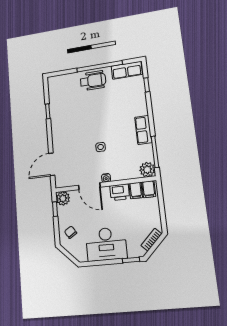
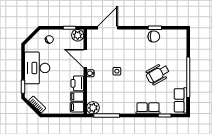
wheelchair: (93, 81) -> (158, 74), moved, turned 61
chair: (58, 111) -> (154, 36), added
row of seats: (143, 130) -> (148, 108), moved
door: (52, 164) -> (108, 28), hinge flipped
door: (89, 186) -> (85, 59), hinge flipped

